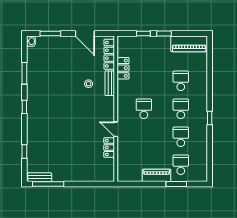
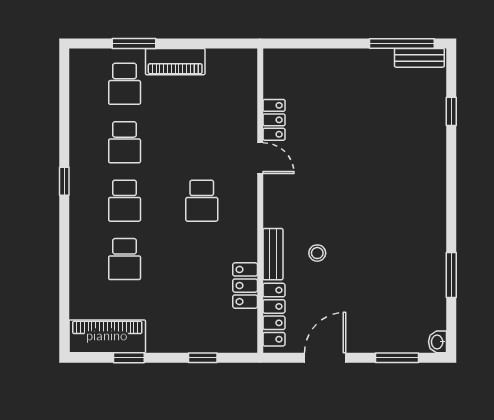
door: (85, 34) -> (325, 358), hinge flipped
window: (164, 34) -> (129, 358), moved
window: (24, 107) -> (451, 205), removed

